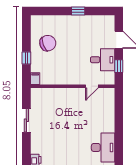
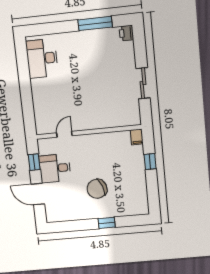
window: (78, 11) -> (107, 223), moved
chair: (48, 43) -> (97, 189), moved

